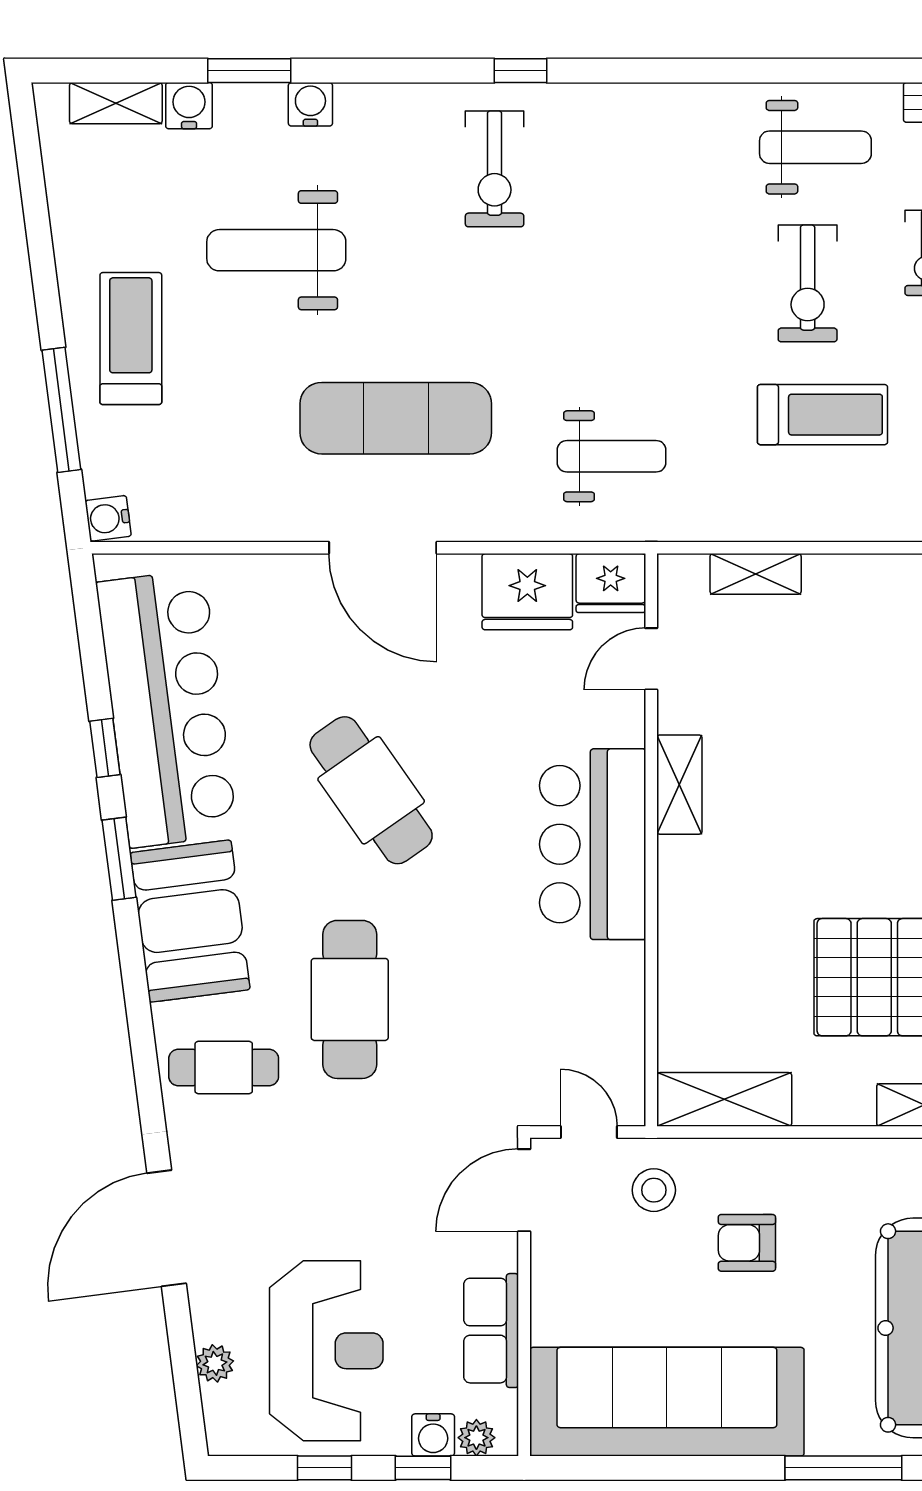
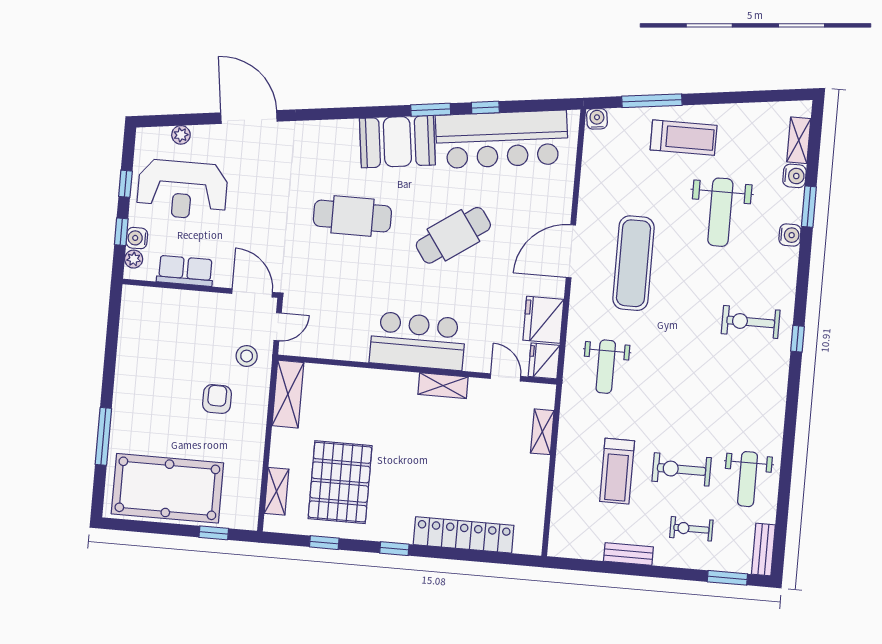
weight bench: (276, 250) -> (720, 212), turned 180
cafe table: (224, 1068) -> (325, 152), removed
sofa: (667, 1402) -> (143, 353), removed

